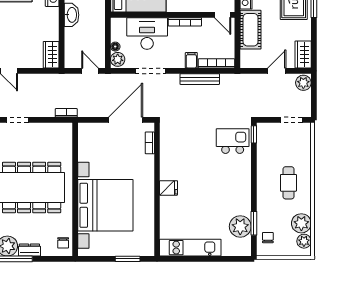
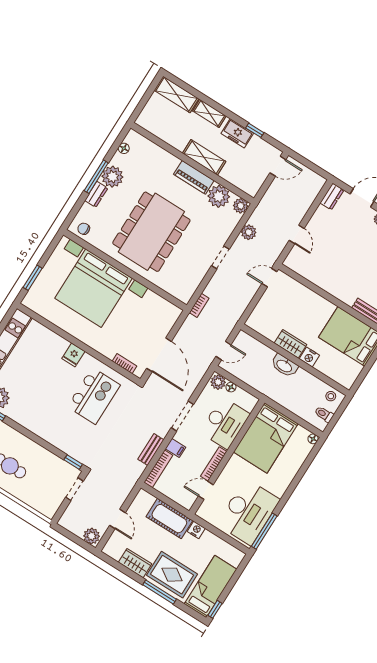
door: (223, 15) -> (206, 490), moved
wardrobe: (303, 54) -> (135, 563), moved
wardrobe: (51, 55) -> (290, 344), moved
doorway: (150, 71) -> (182, 416), moved
bench: (200, 79) -> (151, 450), width x0.73
doorway: (291, 120) -> (74, 489), moved
kitchen island: (233, 141) -> (94, 396), moved, width x1.37, depth x1.28

